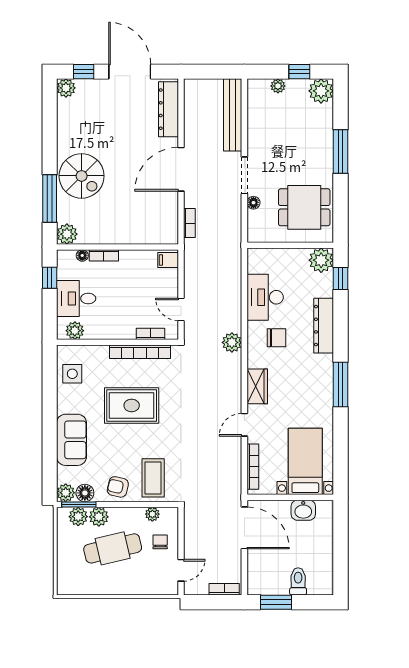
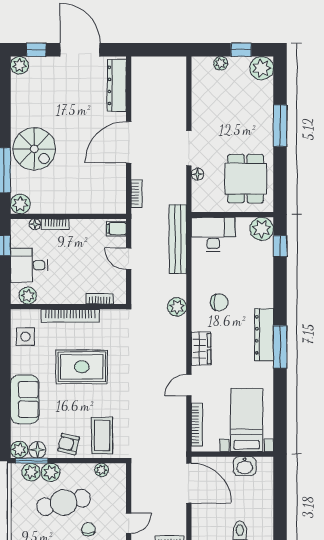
bench: (233, 115) -> (178, 239), moved
dining table: (304, 207) -> (246, 179), turned 90
desk: (265, 297) -> (213, 234), moved, turned 90
door: (181, 309) -> (129, 259), moved
dresser: (324, 326) -> (264, 335), moved
bookcase: (140, 352) -> (70, 316), moved
chair: (160, 542) -> (88, 529), moved

